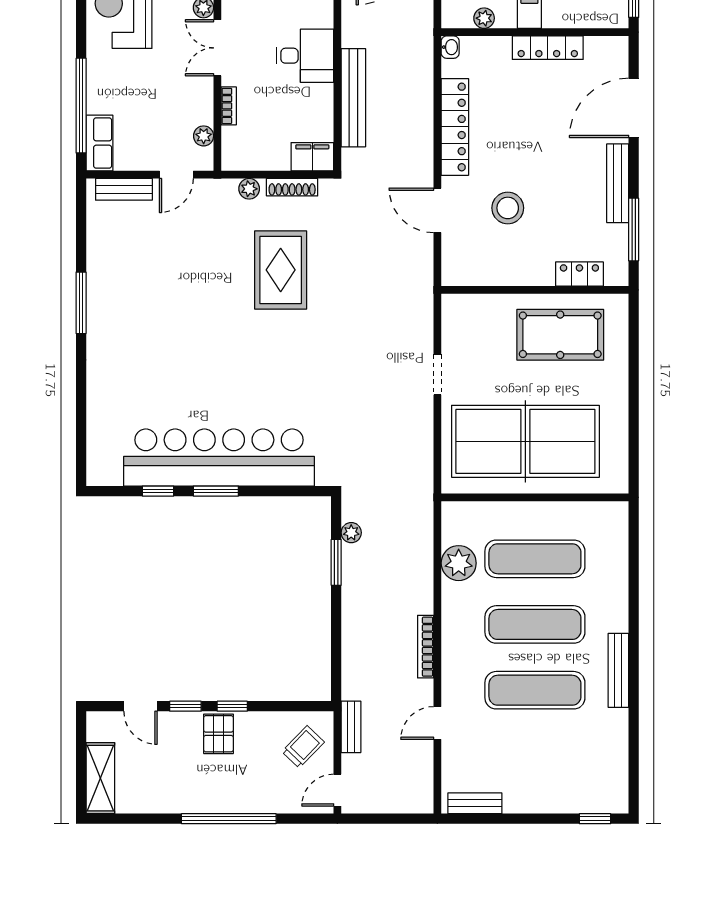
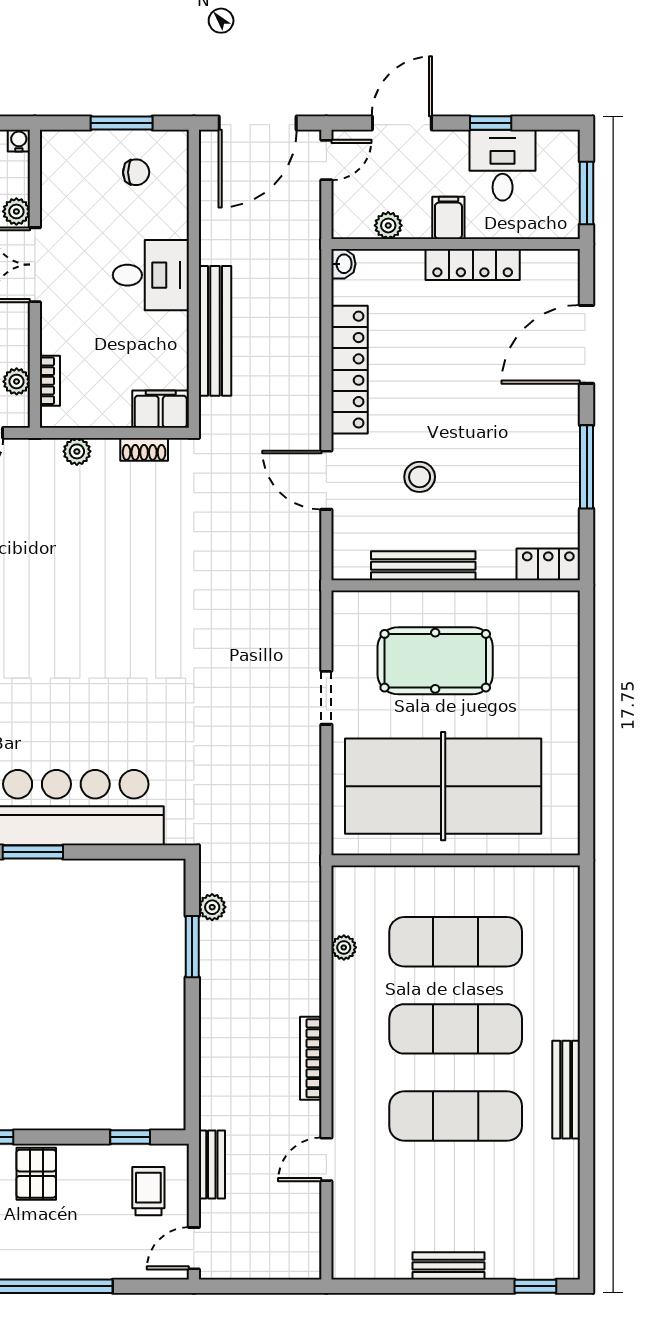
bookcase: (229, 106) -> (50, 381), moved
bench: (618, 183) -> (423, 566), moved, turned 90
shoe rack: (292, 187) -> (144, 449), width x0.70
stool: (508, 208) -> (420, 477), width x0.73, depth x0.73
window: (634, 229) -> (587, 467), moved
rug: (281, 270) -> (119, 559), removed
locker: (579, 274) -> (548, 564), moved
pool table: (560, 335) -> (435, 661), moved
plant: (459, 563) -> (344, 947), width x0.53, depth x0.53
window: (232, 706) -> (130, 1137), moved
trolley: (303, 747) -> (148, 1191), turned -44
bench: (475, 803) -> (448, 1266), moved

